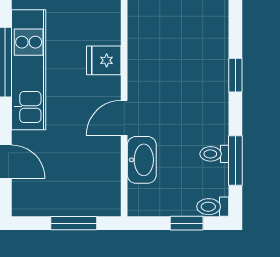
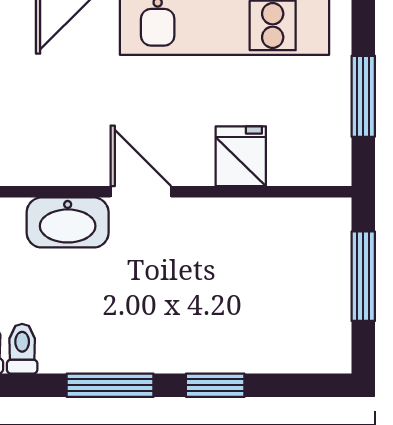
toilet: (214, 154) -> (22, 349), moved
window: (235, 161) -> (110, 385), moved

